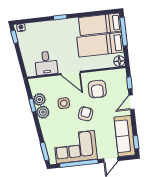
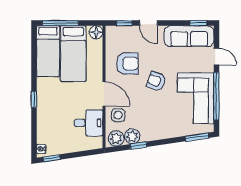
door: (71, 73) -> (104, 94), hinge flipped
side table: (64, 103) -> (118, 115), moved
plant: (43, 112) -> (116, 138), moved

